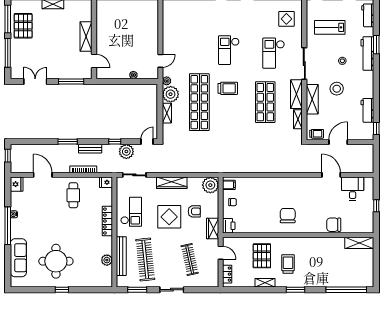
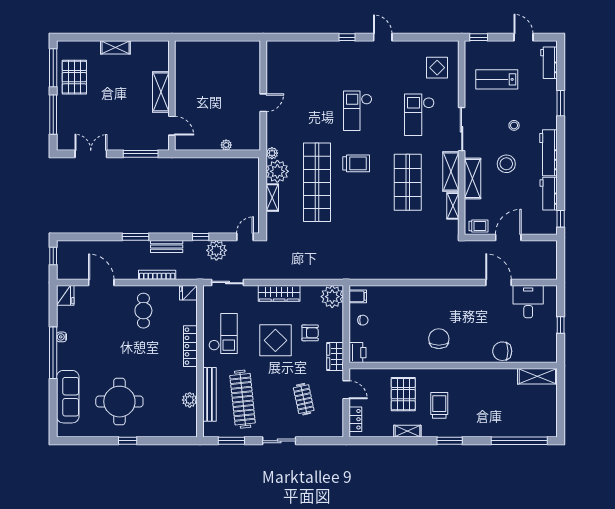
workbench: (367, 53) -> (549, 153), moved
door: (160, 61) -> (263, 103), moved
clothes rail: (190, 259) -> (304, 399), width x0.73

